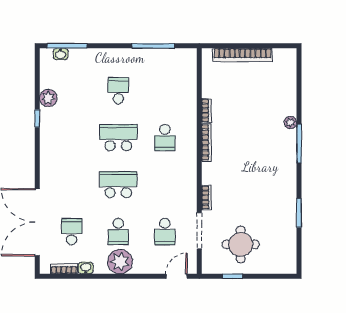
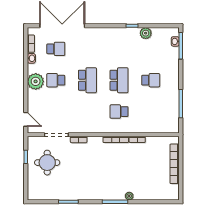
school desk: (165, 232) -> (56, 112), removed

